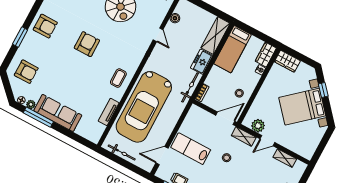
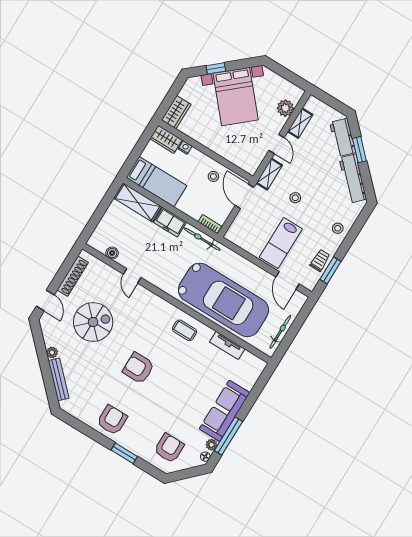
door: (158, 35) -> (132, 276), swing flipped
plant: (258, 126) -> (285, 108), moved

